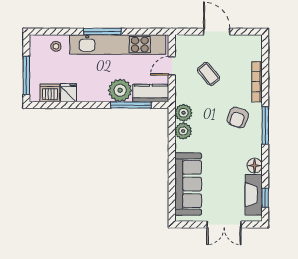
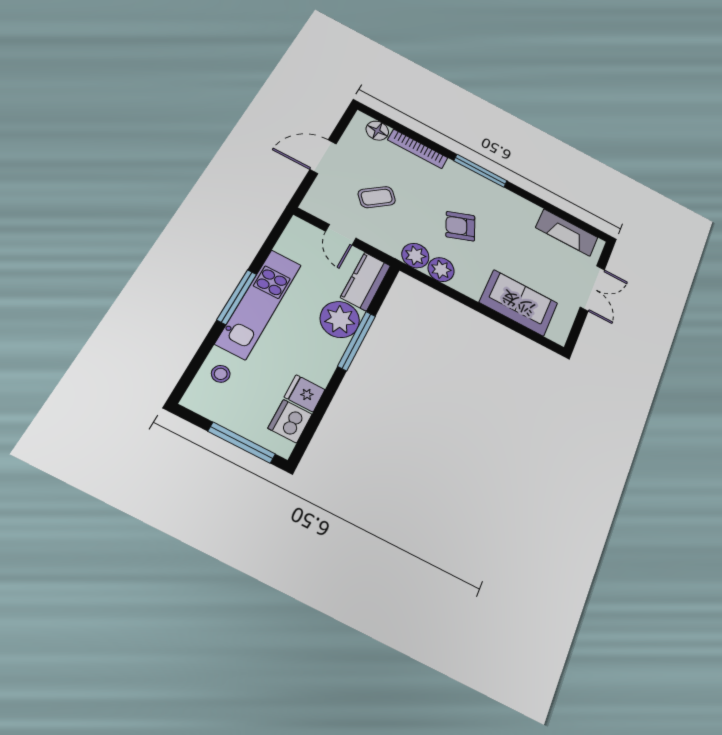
kitchen unit: (118, 45) -> (259, 304), width x0.73
window: (131, 105) -> (357, 341), moved
armchair: (238, 118) -> (460, 226), moved, turned 138
floor lamp: (255, 166) -> (377, 131), moved
sofa: (188, 184) -> (518, 303), width x0.73
window: (265, 198) -> (576, 222), removed

